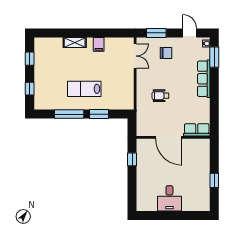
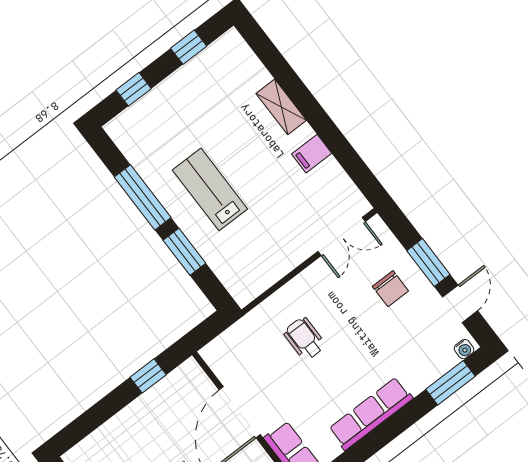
window: (156, 33) -> (428, 263), moved
row of seats: (204, 79) -> (371, 414), moved

